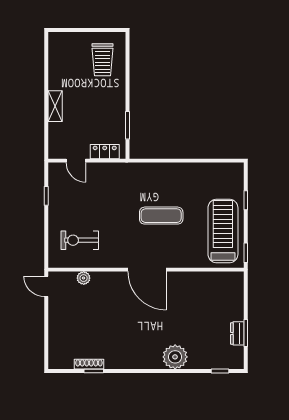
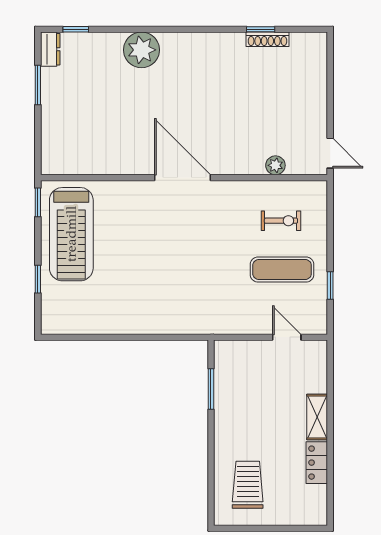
locker: (105, 152) -> (317, 463), moved, turned 90
exercise mat: (161, 216) -> (282, 270), moved
exercise bike: (80, 240) -> (281, 221), width x0.73, depth x0.72
dresser: (237, 333) -> (50, 49), moved

